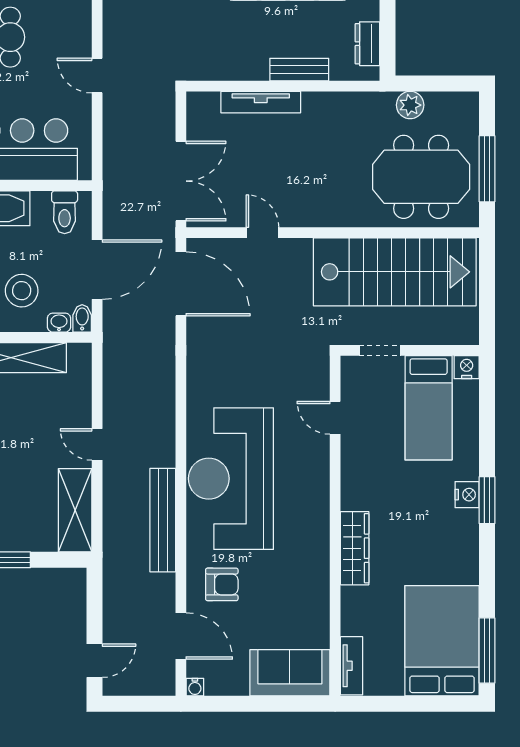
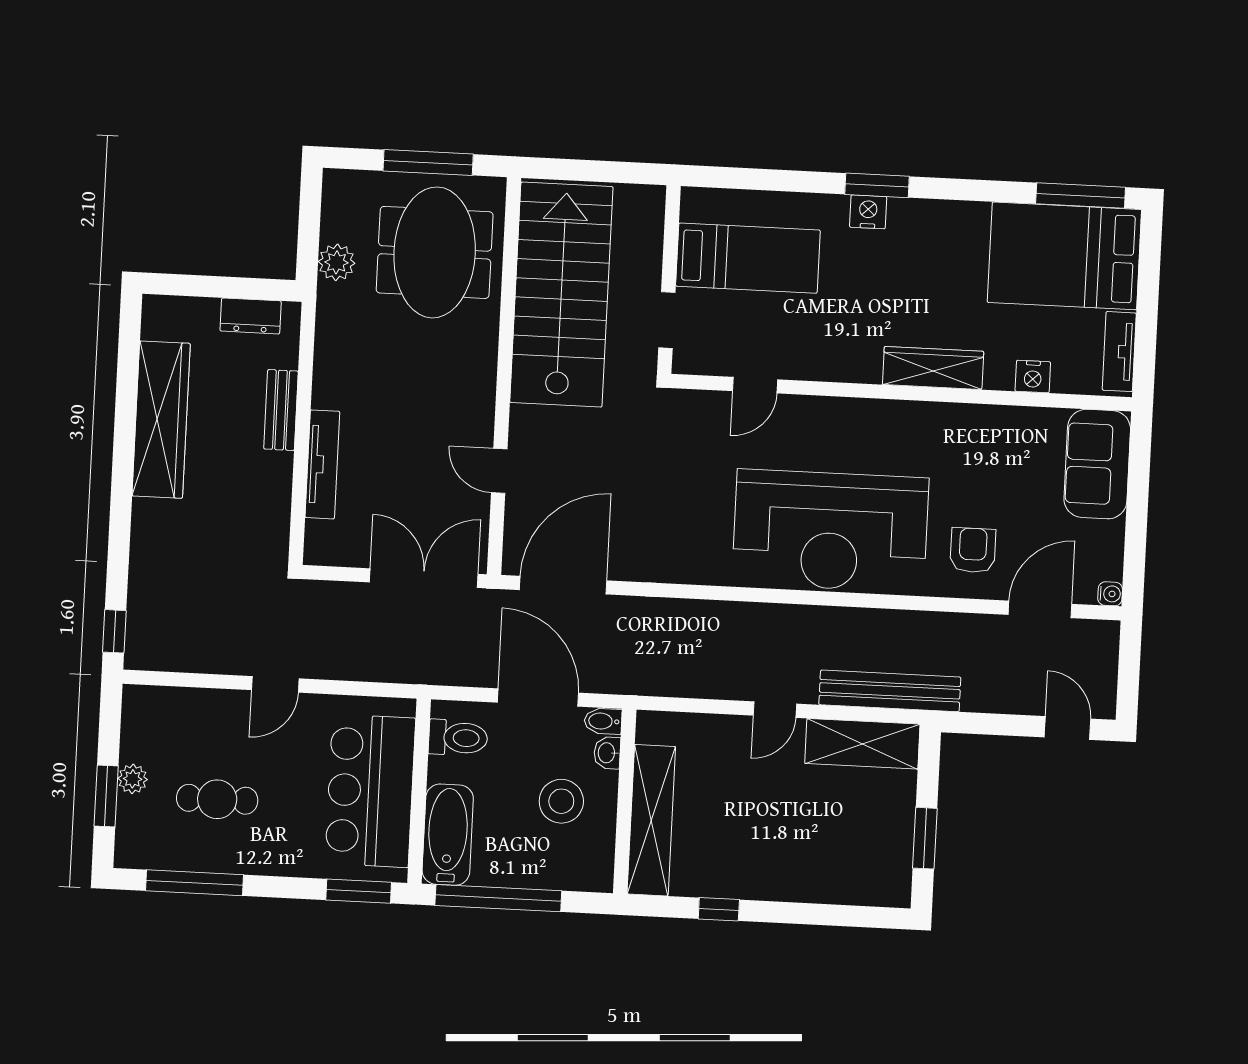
door: (263, 233) -> (499, 471), hinge flipped
nightstand: (467, 367) -> (1033, 377), moved, turned -90
bench: (163, 520) -> (890, 691), moved
tv unit: (352, 666) -> (1119, 352), moved, turned -90

